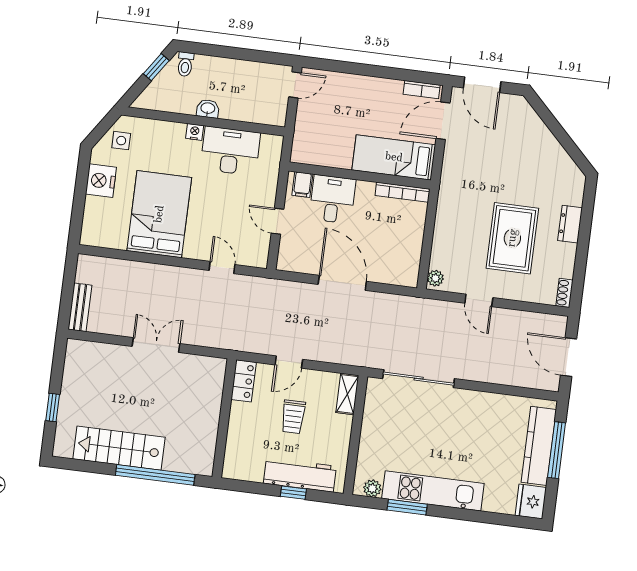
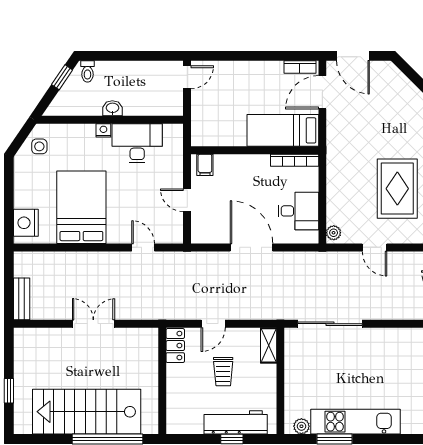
nightstand: (101, 181) -> (26, 223), moved
desk: (332, 199) -> (298, 211), moved, turned 90
stairs: (119, 448) -> (87, 412), width x1.36, depth x1.51

